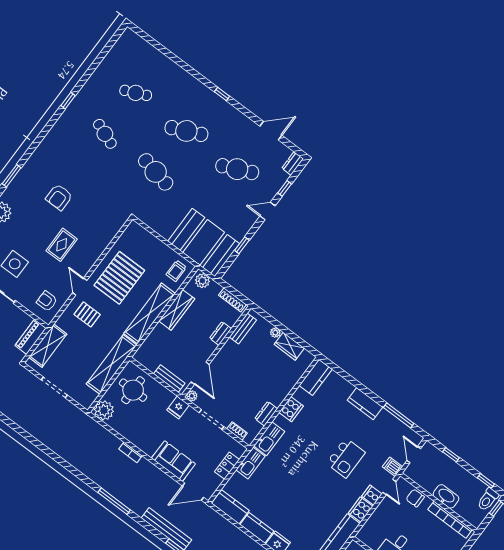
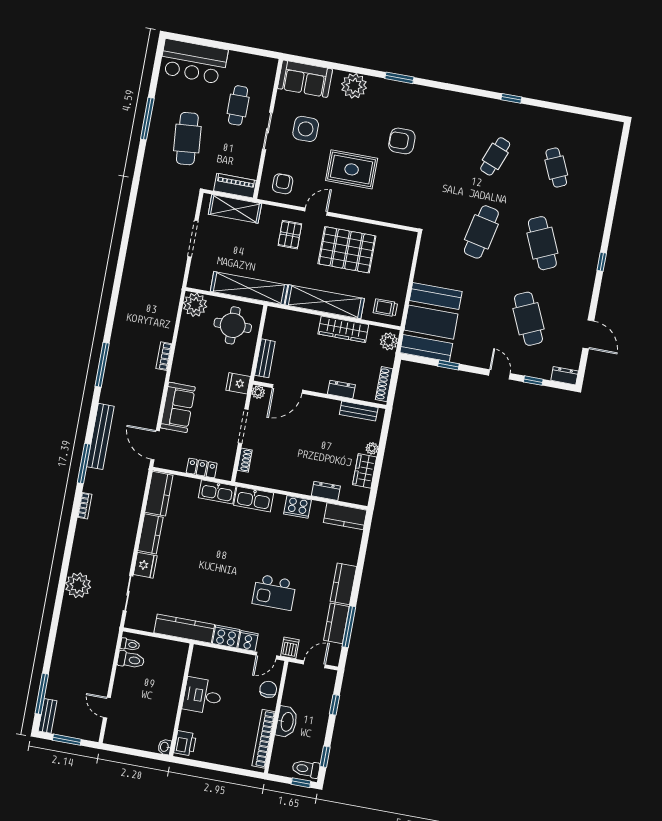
rug: (62, 245) -> (352, 169), width x1.36, depth x1.43
dresser: (266, 414) -> (326, 491), moved
kitchen counter: (392, 423) -> (336, 623), added

